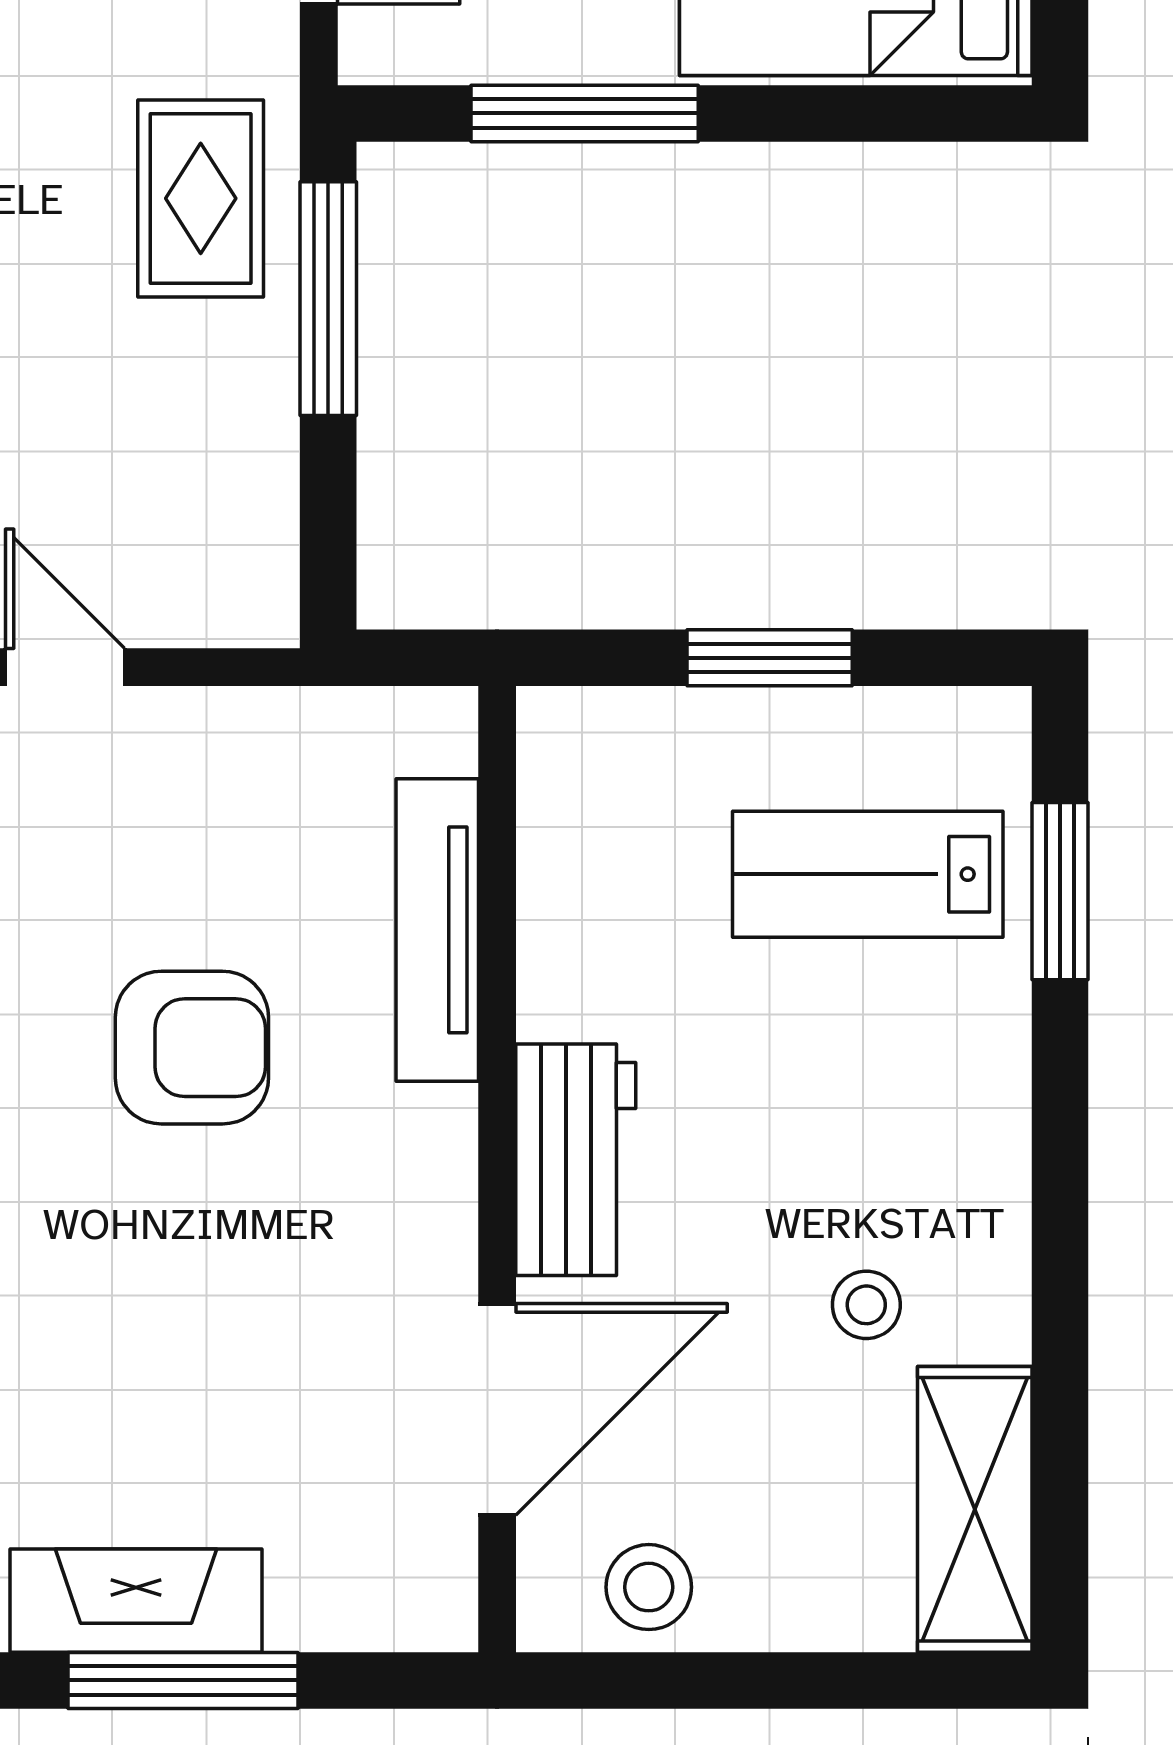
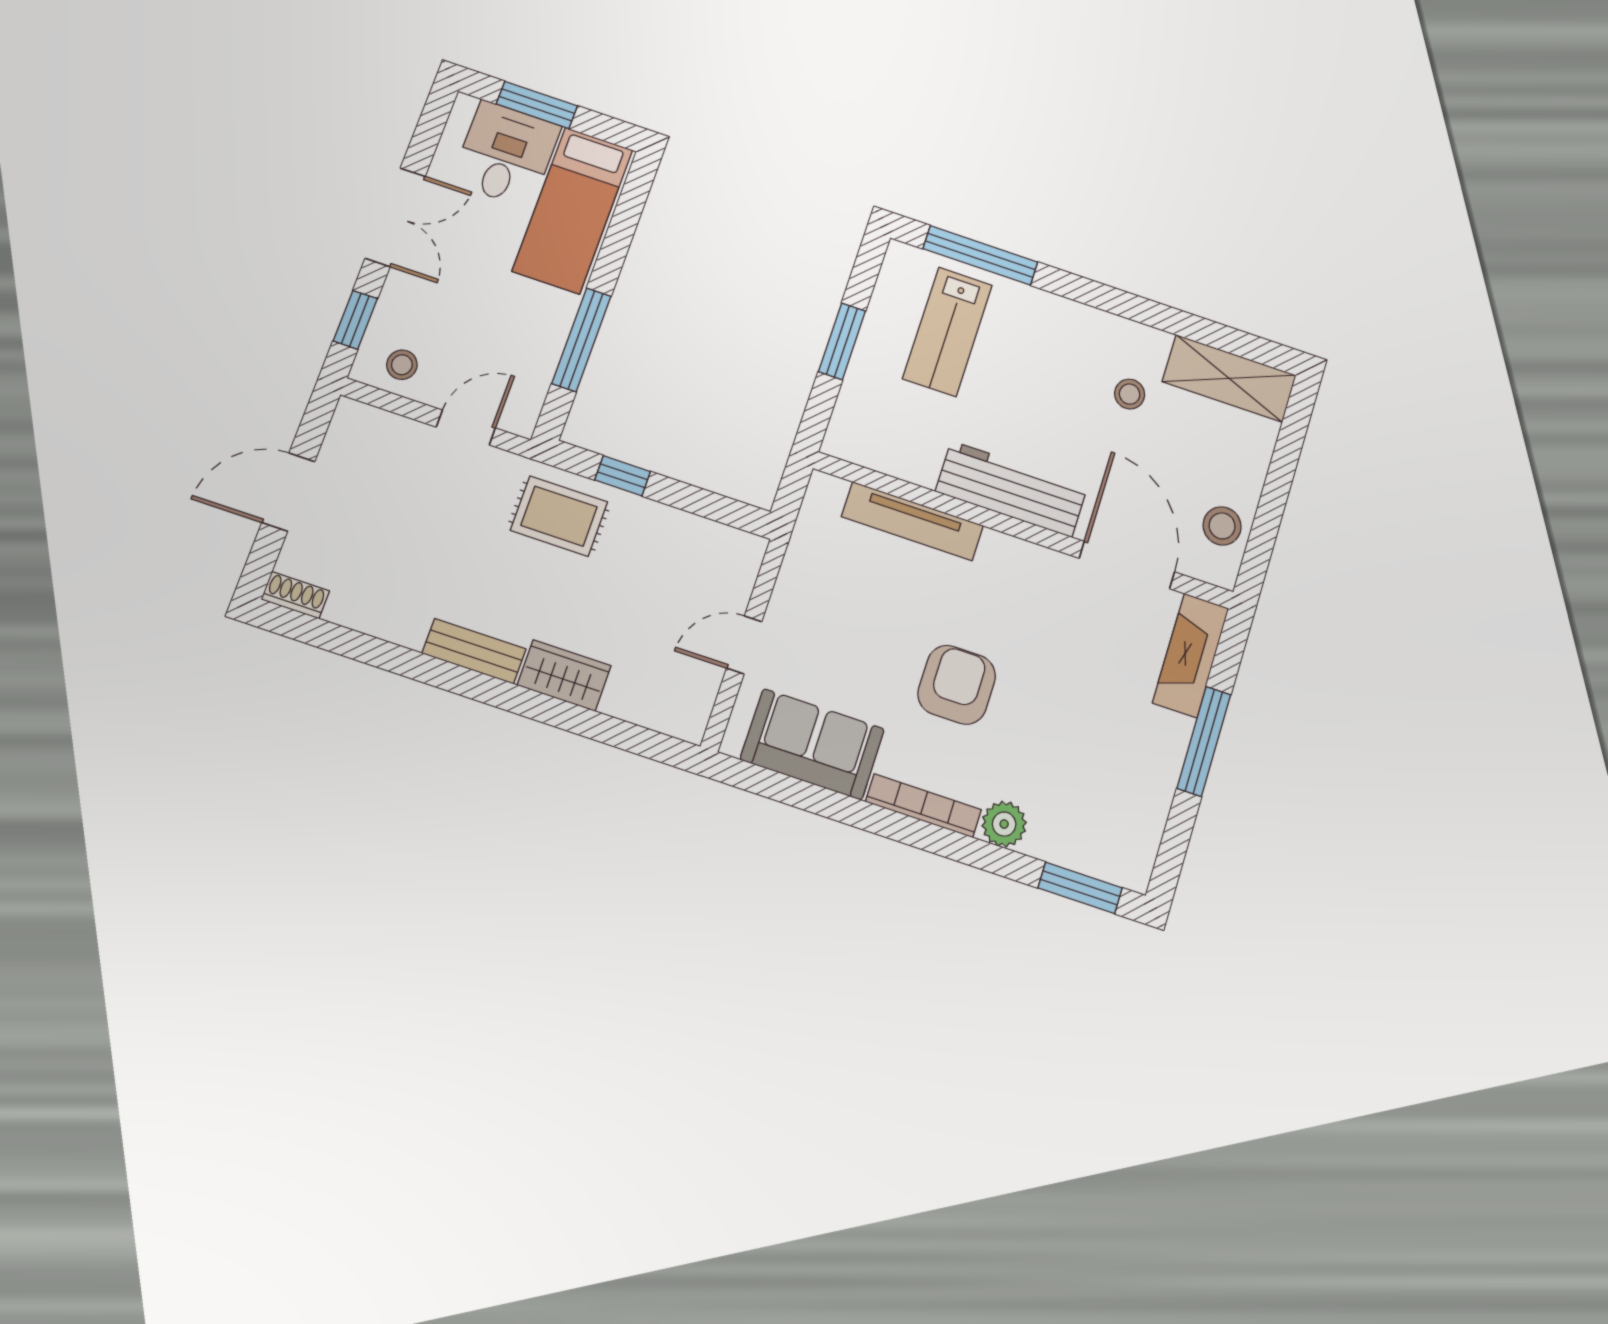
window: (328, 299) -> (622, 476), width x0.46
window: (1060, 891) -> (980, 255), width x1.44
armchair: (192, 1048) -> (957, 685), moved
workbench: (576, 1160) -> (1011, 489), width x1.37
fireplace: (136, 1601) -> (1191, 655), moved

